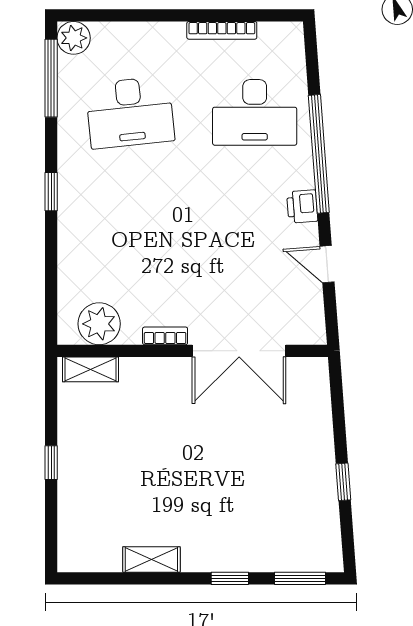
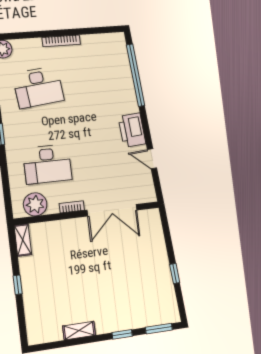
bookcase: (222, 30) -> (61, 41), moved
desk: (255, 112) -> (47, 164), moved
window: (319, 154) -> (136, 75), moved
printer: (302, 206) -> (132, 130), width x1.87, depth x1.48
shelving: (91, 369) -> (23, 240), moved, turned 90

